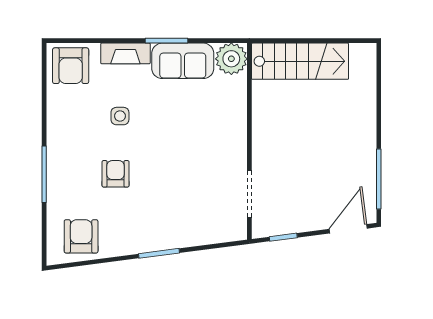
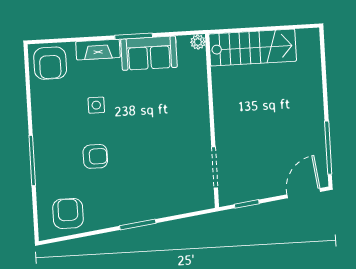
plant: (231, 59) -> (198, 42), width x0.53, depth x0.53
armchair: (116, 174) -> (95, 156), turned 90

